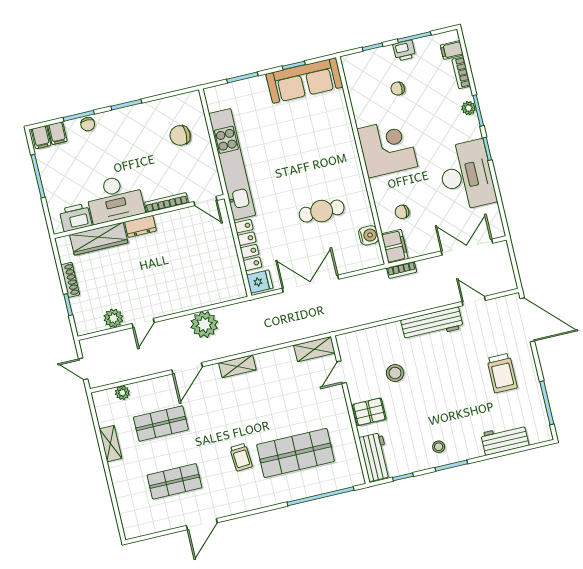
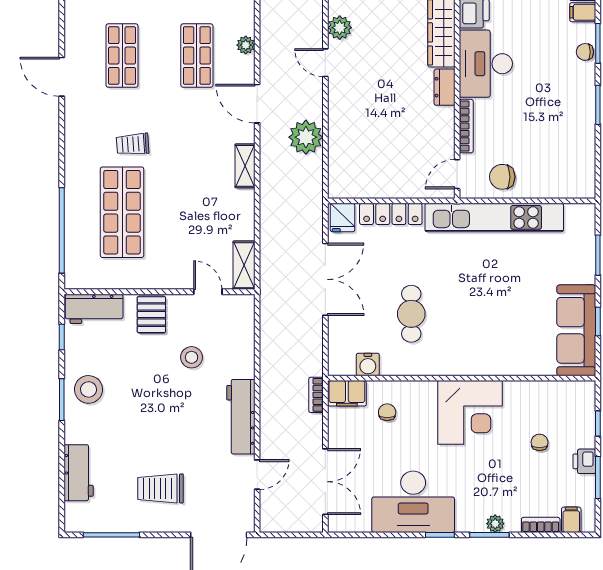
chair: (180, 135) -> (502, 177), moved, turned -90
plant: (122, 393) -> (246, 45), moved
stool: (439, 447) -> (89, 389), width x1.89, depth x1.89

